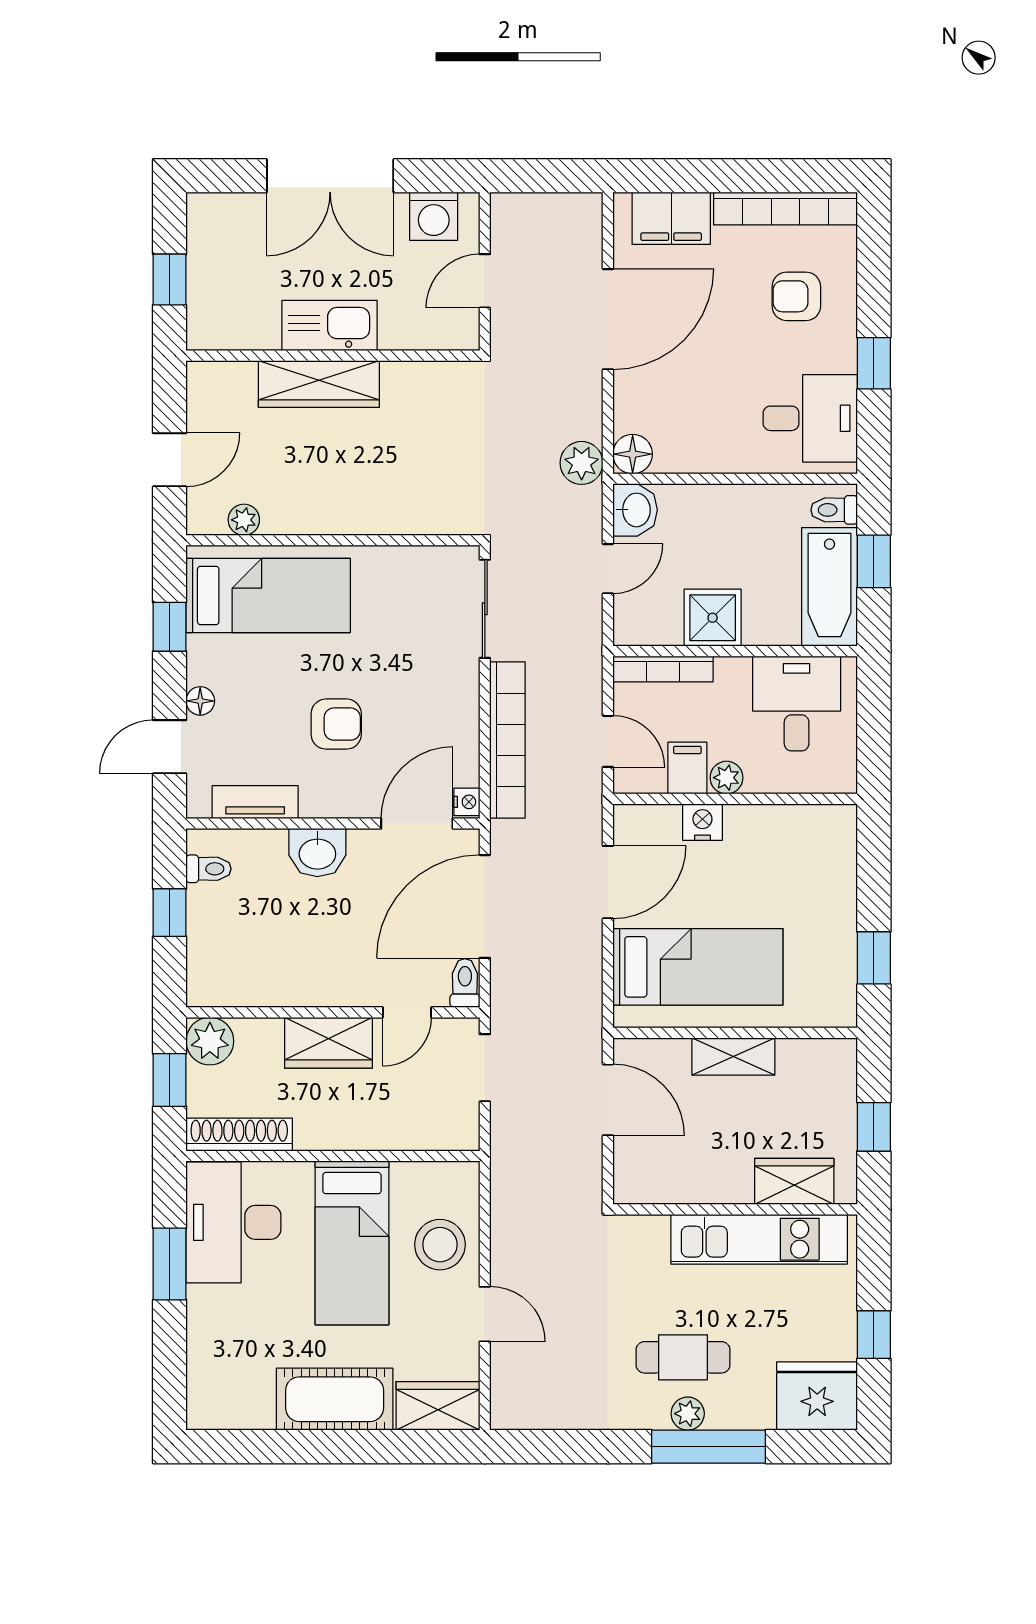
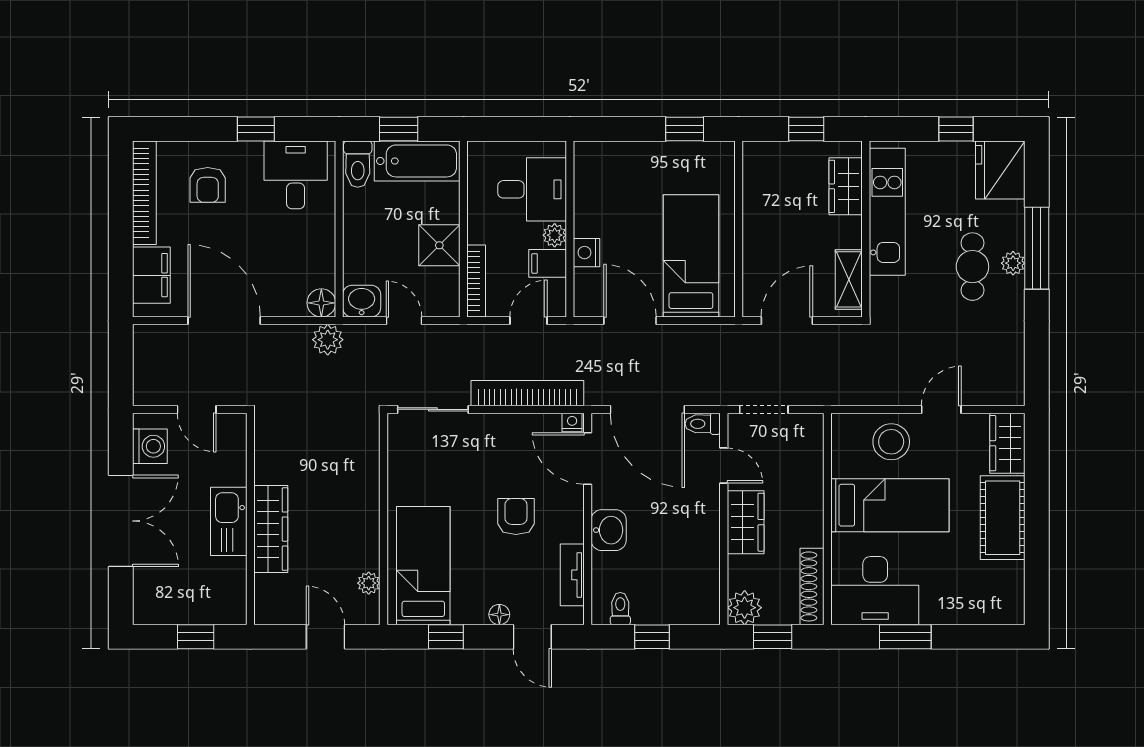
toilet: (834, 510) -> (358, 164), width x1.37, depth x1.39
desk: (797, 703) -> (532, 189), moved, turned 180
shelving: (733, 1056) -> (849, 279), moved

